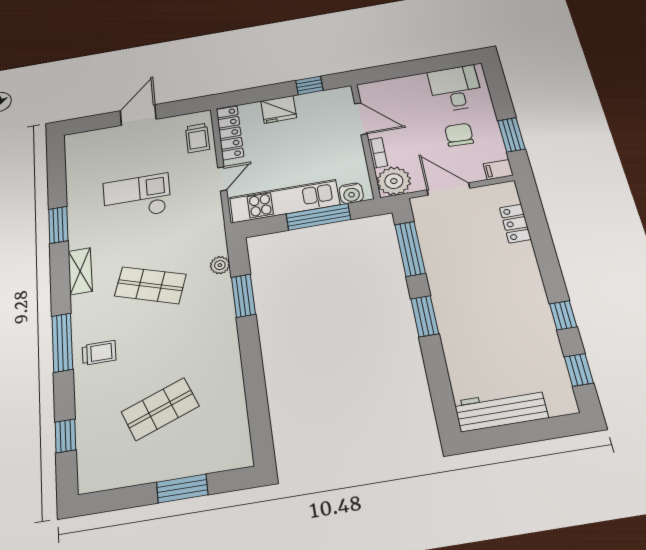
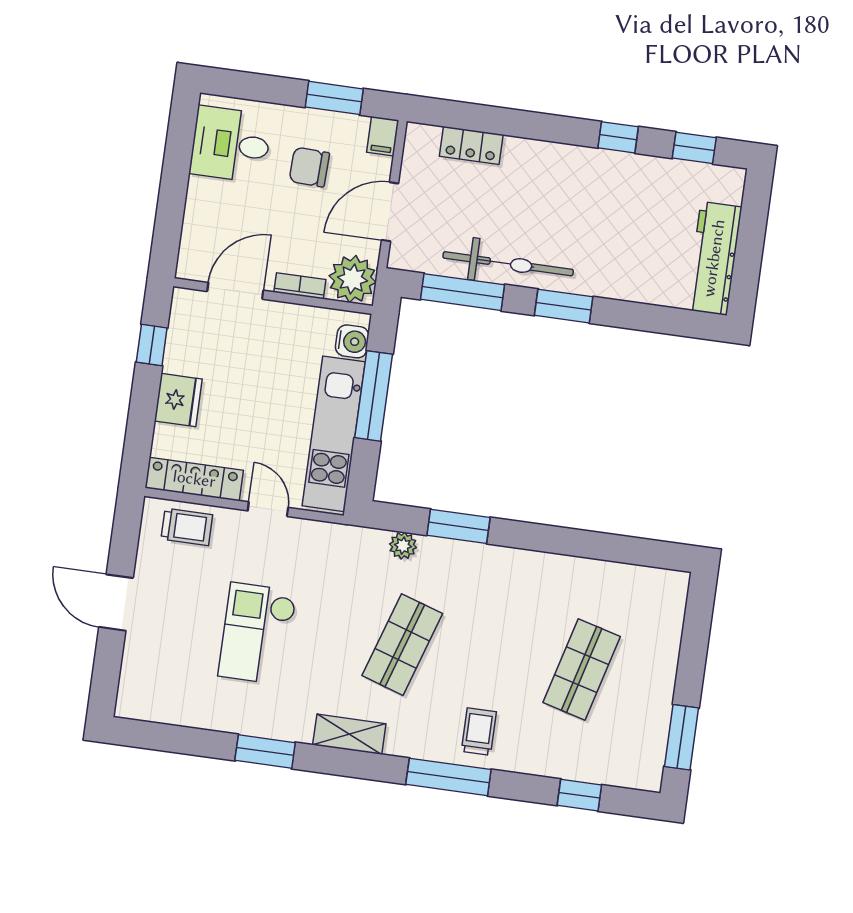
bicycle: (441, 271) -> (508, 264), added
shop shelf: (160, 409) -> (582, 669), turned 36
window: (182, 488) -> (682, 737), moved

